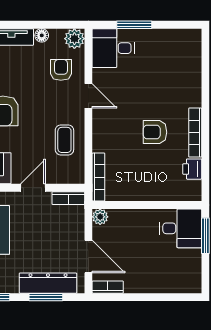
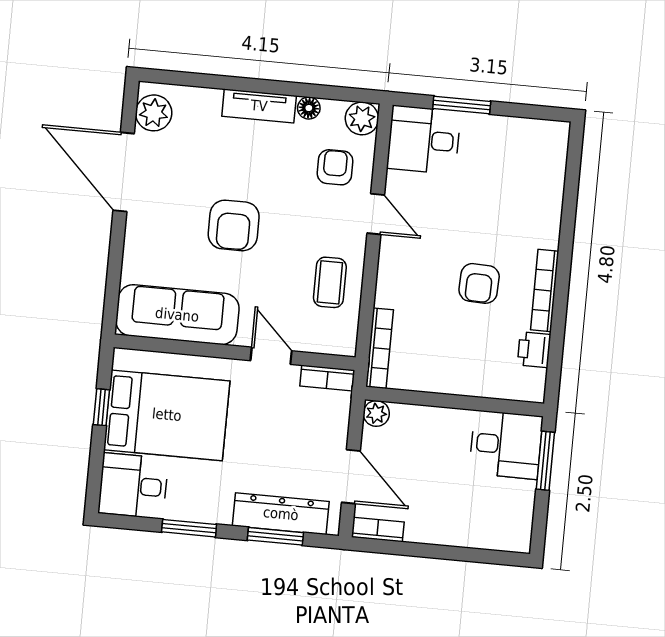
armchair: (155, 132) -> (479, 283), turned -88
door: (33, 188) -> (271, 356), hinge flipped

